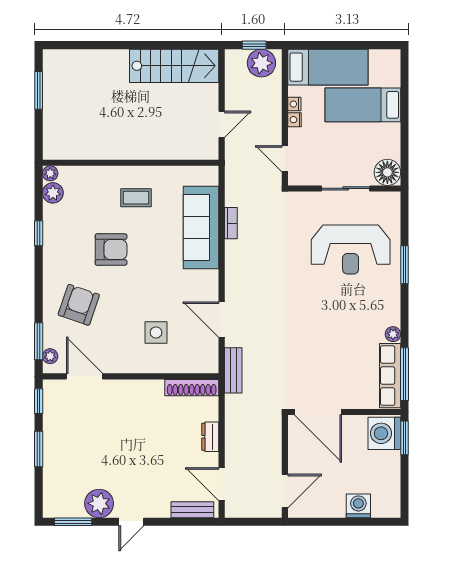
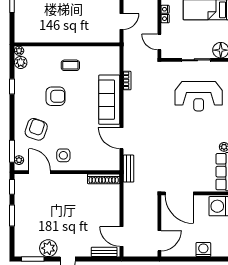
sofa: (201, 227) -> (109, 100), moved
side table: (156, 332) -> (63, 155), moved
dresser: (210, 437) -> (115, 208), removed

